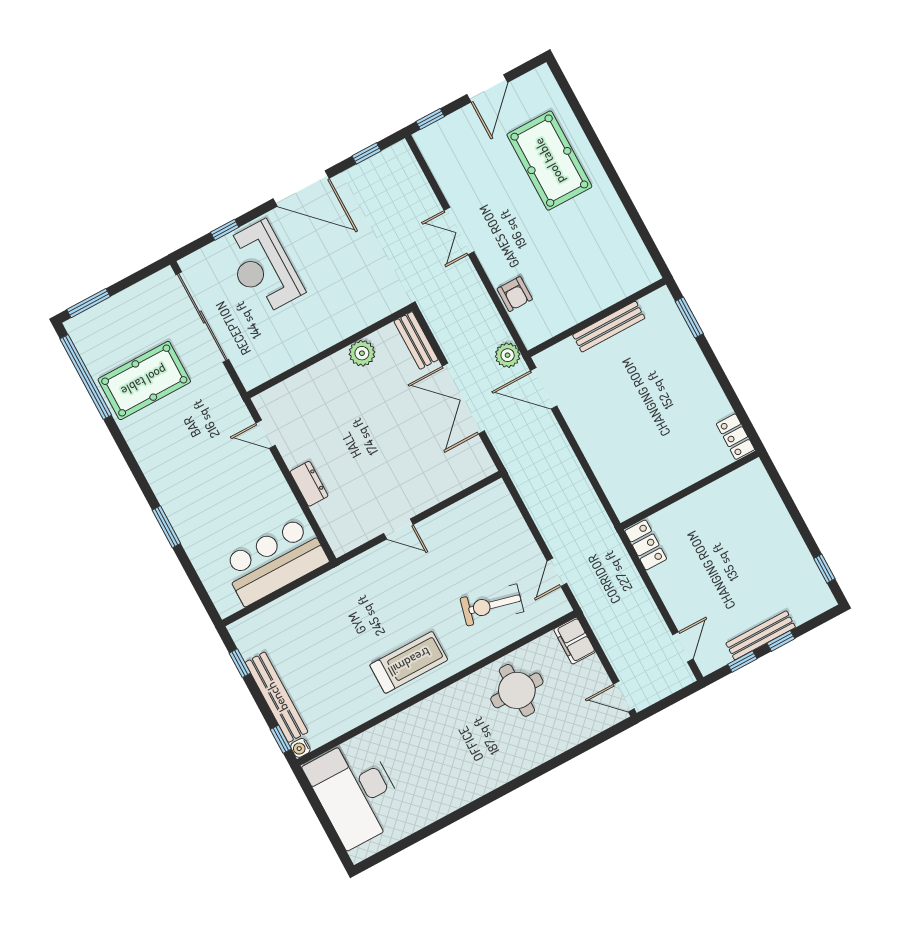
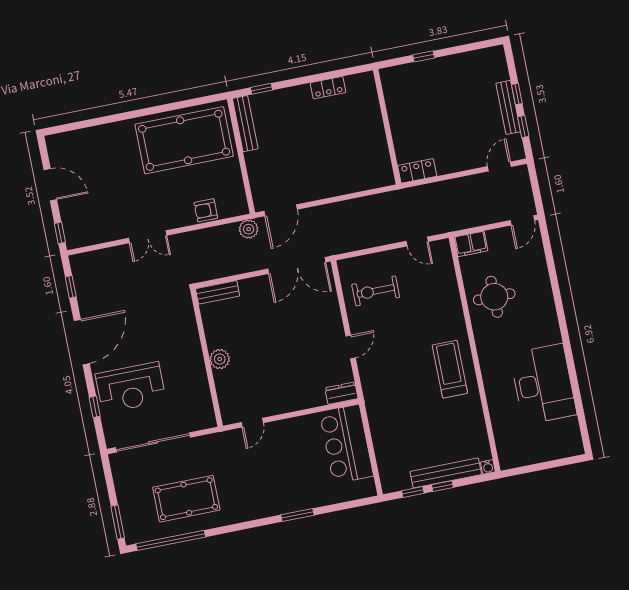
pool table: (549, 161) -> (184, 140), moved, width x1.36, depth x1.32
armchair: (515, 294) -> (206, 210), turned 180
window: (689, 317) -> (262, 89), width x0.67
bench: (609, 327) -> (245, 124), moved
plant: (362, 353) -> (220, 359), moved
pool table: (144, 381) -> (186, 499), turned 90
double door: (463, 398) -> (297, 266), moved
locker: (735, 437) -> (328, 88), moved
dresser: (309, 484) -> (341, 393), moved
window: (824, 569) -> (424, 56), moved
exercise bike: (492, 605) -> (376, 291), moved, turned 76
door: (683, 647) -> (499, 167), hinge flipped
window: (281, 739) -> (442, 486), moved
desk: (356, 792) -> (543, 384), moved, turned -90

